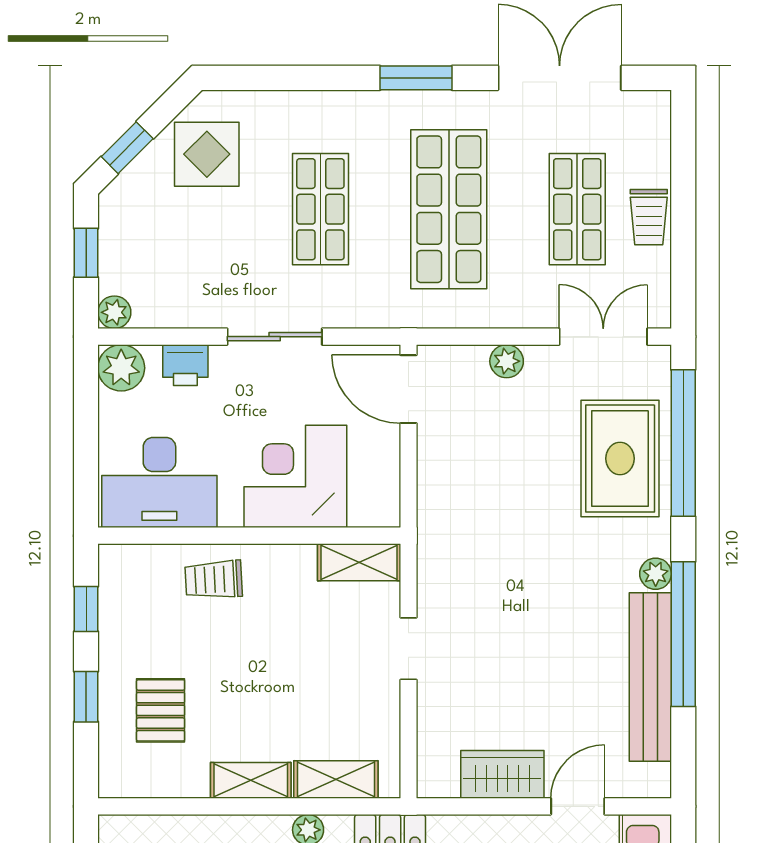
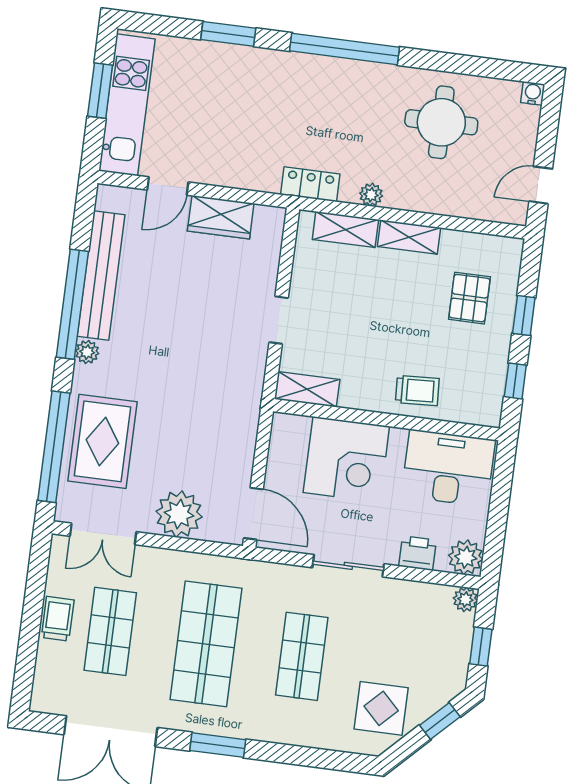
plant: (507, 361) -> (179, 514), width x1.87, depth x1.87

